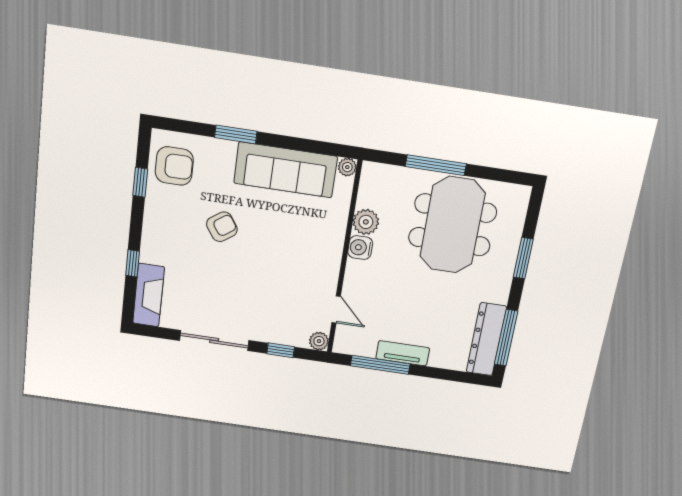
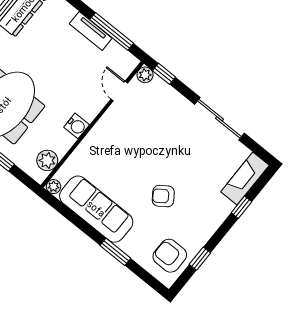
plant: (366, 222) -> (47, 160), moved
window: (281, 350) -> (164, 74), moved

